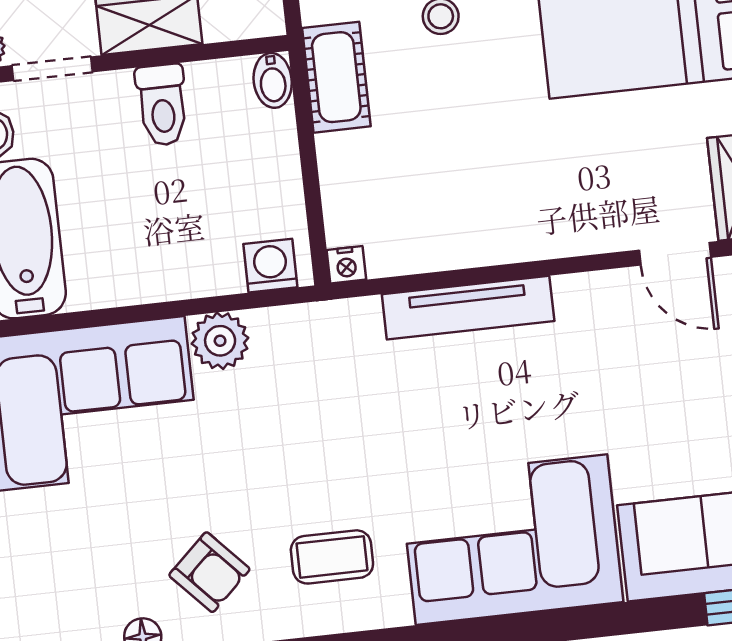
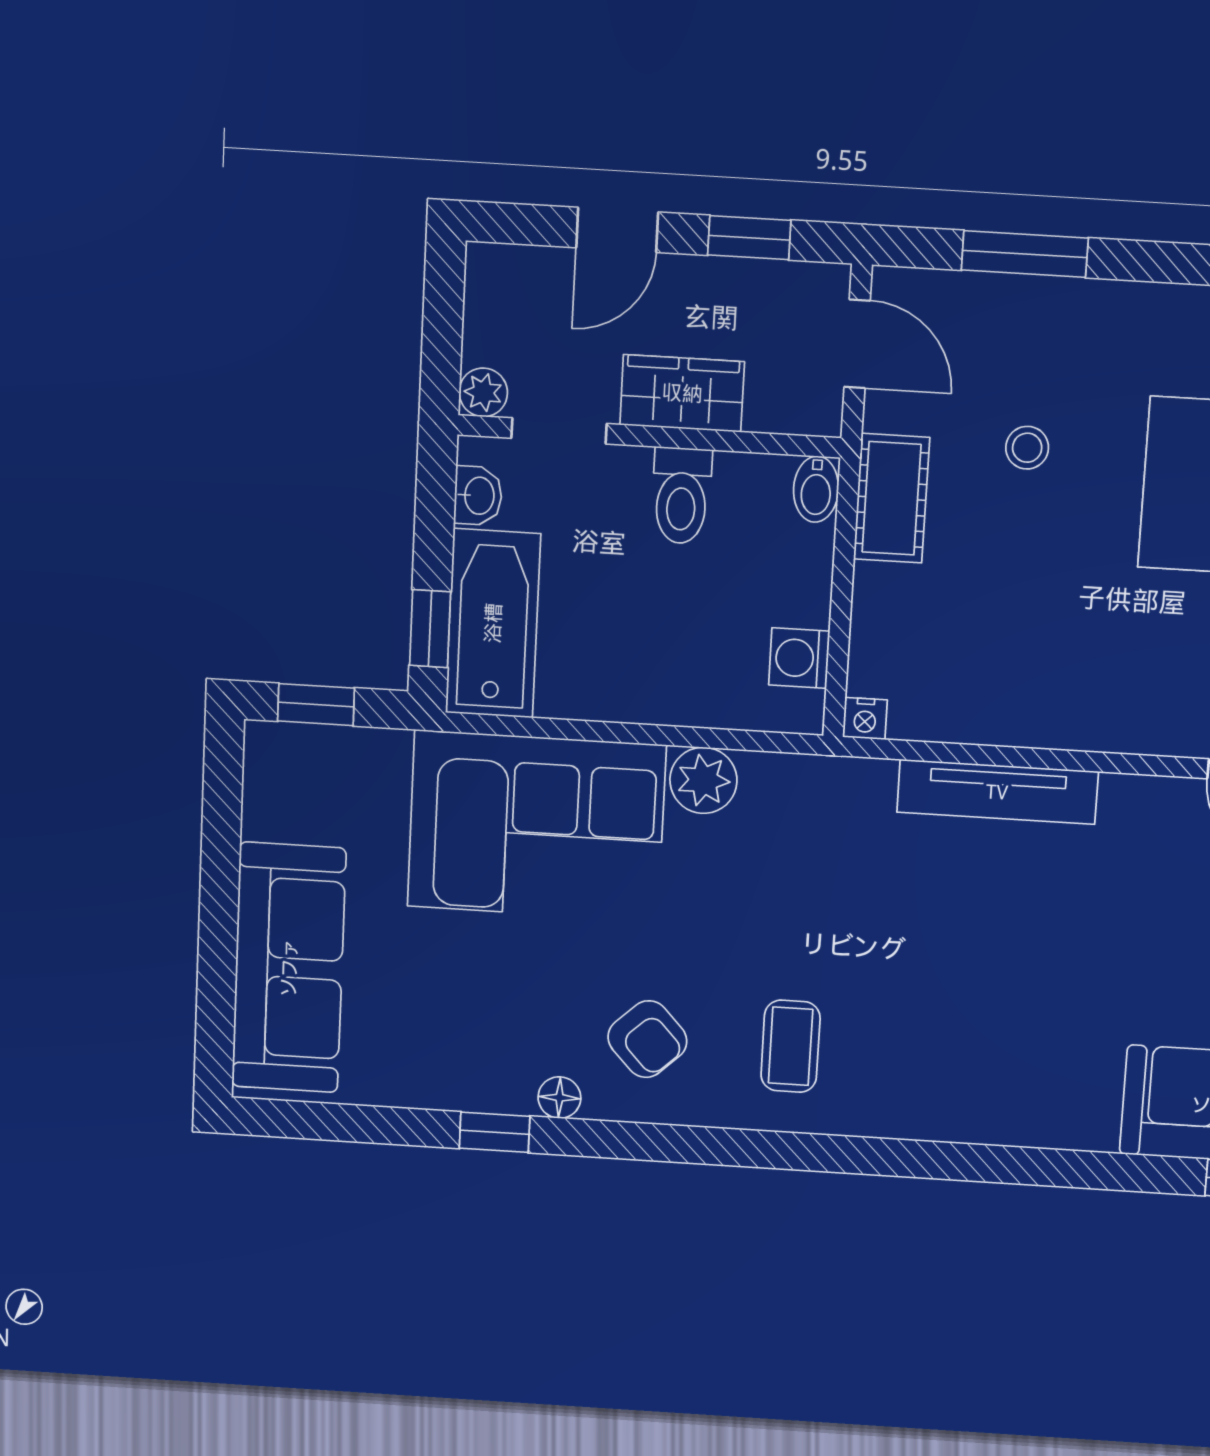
washing machine: (270, 266) -> (799, 658), moved, turned -90
corner sofa: (512, 540) -> (999, 1062), removed
coffee table: (332, 557) -> (790, 1046), turned 90

